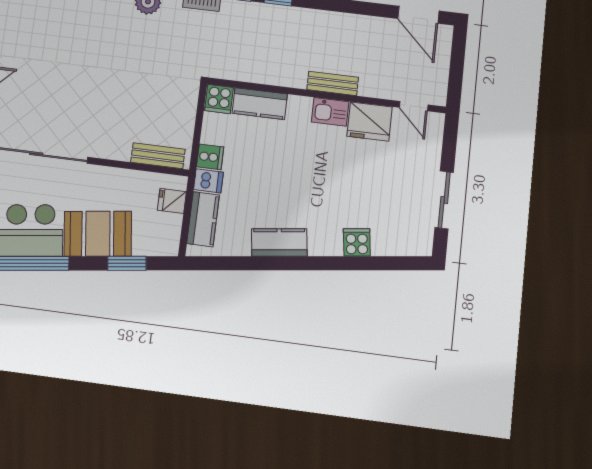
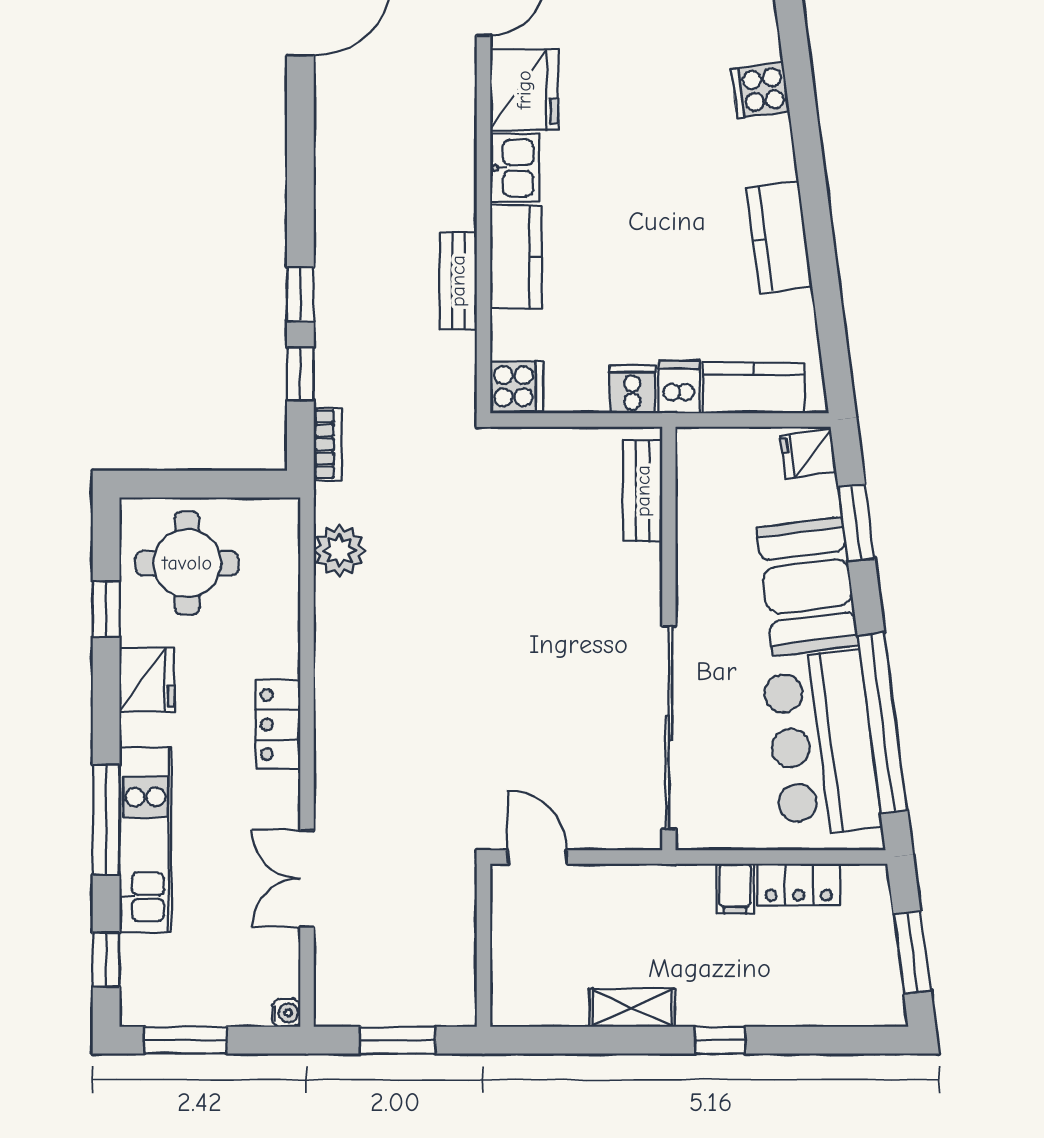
bench: (333, 83) -> (458, 281), moved
kitchen counter: (260, 104) -> (516, 257), moved
fridge: (172, 201) -> (808, 454), moved, turned 83

